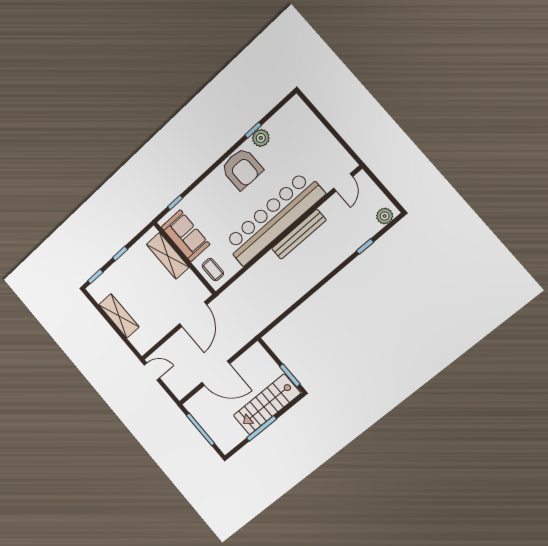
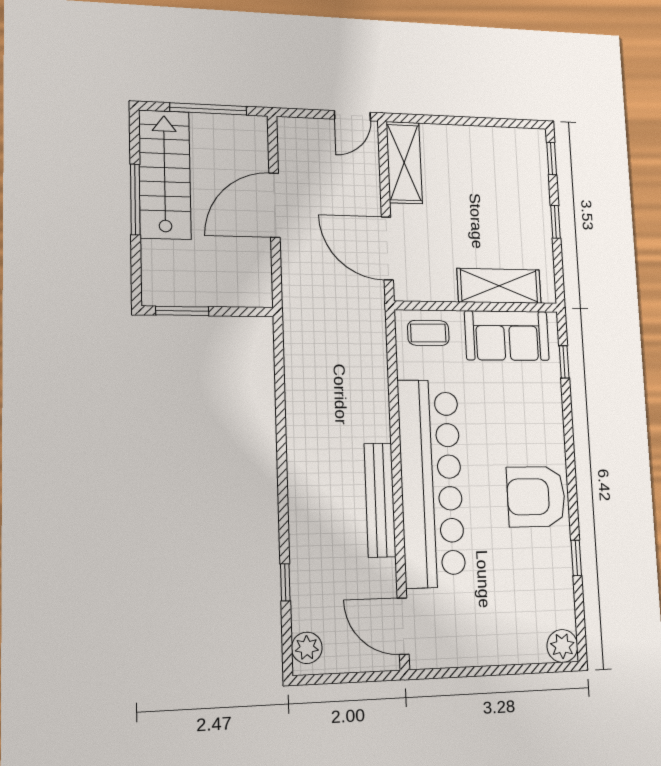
plant: (261, 138) -> (562, 646), moved
door: (343, 182) -> (403, 626), width x1.38
shelving: (119, 316) -> (404, 163), moved, turned 90
stairs: (267, 404) -> (165, 174), moved

